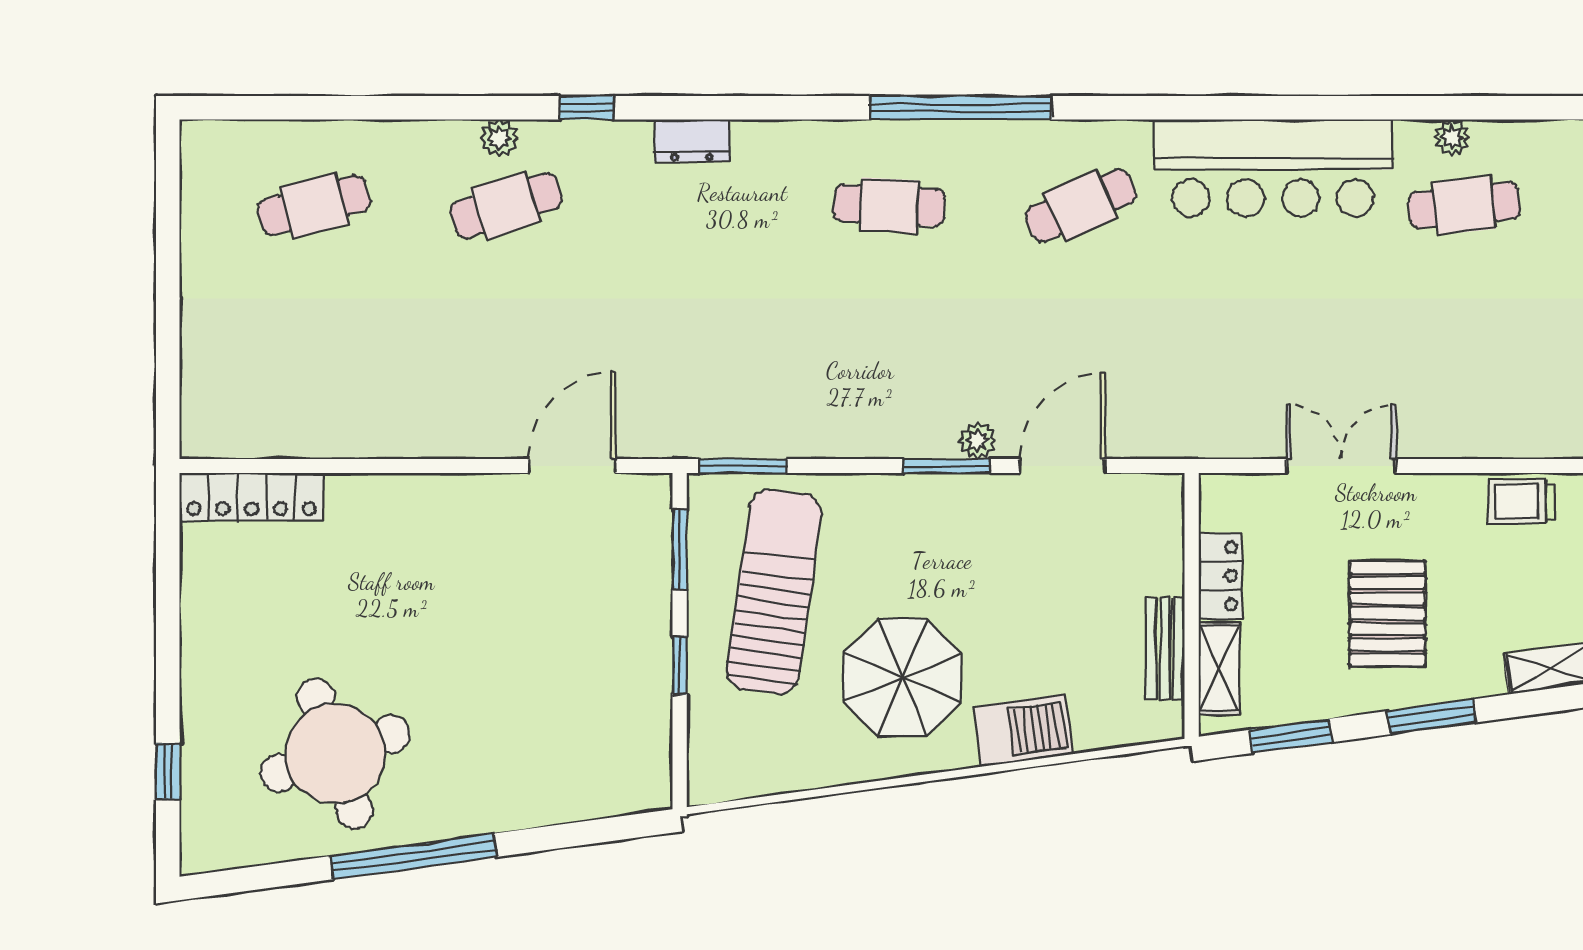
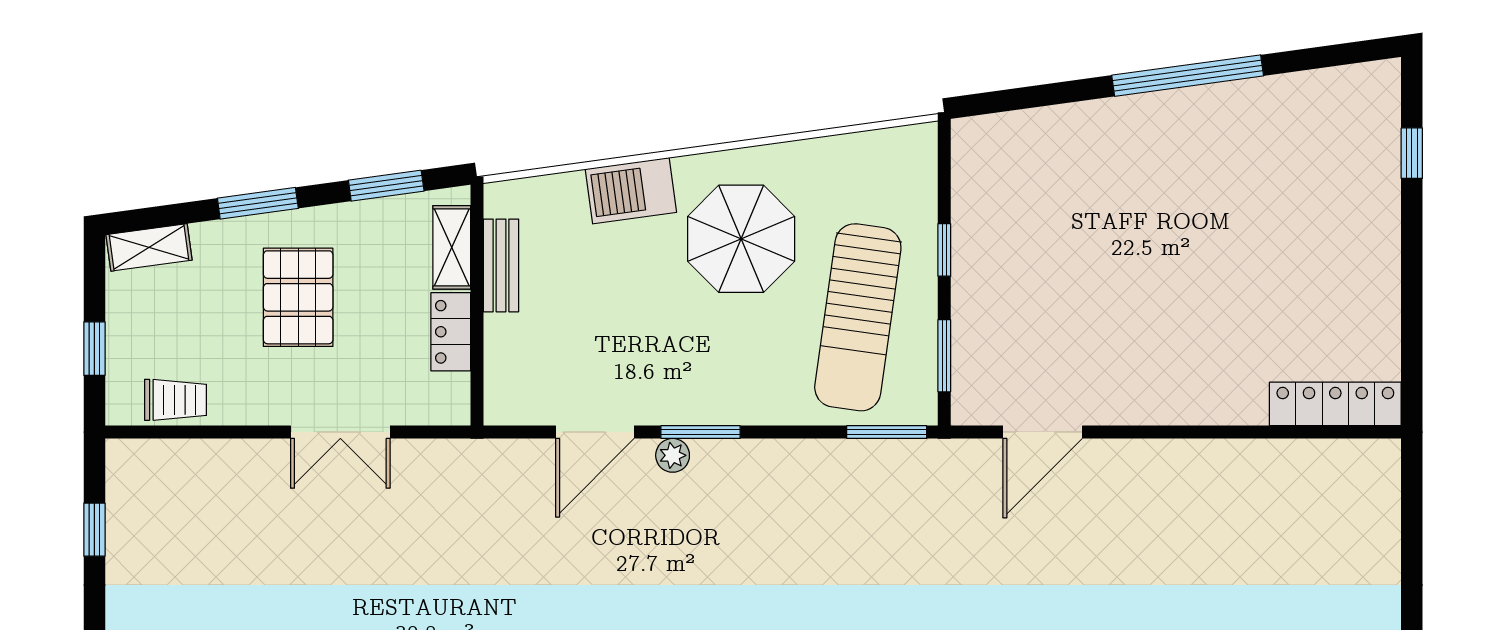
round table: (335, 754) -> (1259, 170), removed

